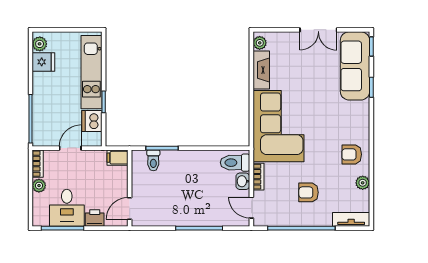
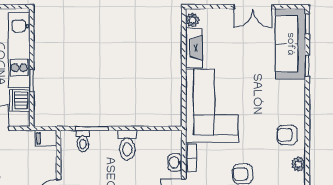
toilet: (235, 163) -> (127, 145), moved, turned -90

